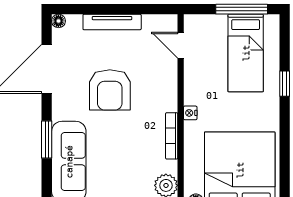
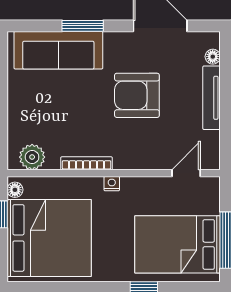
floor lamp: (58, 21) -> (213, 57), moved
bed: (246, 53) -> (178, 244), width x1.50

